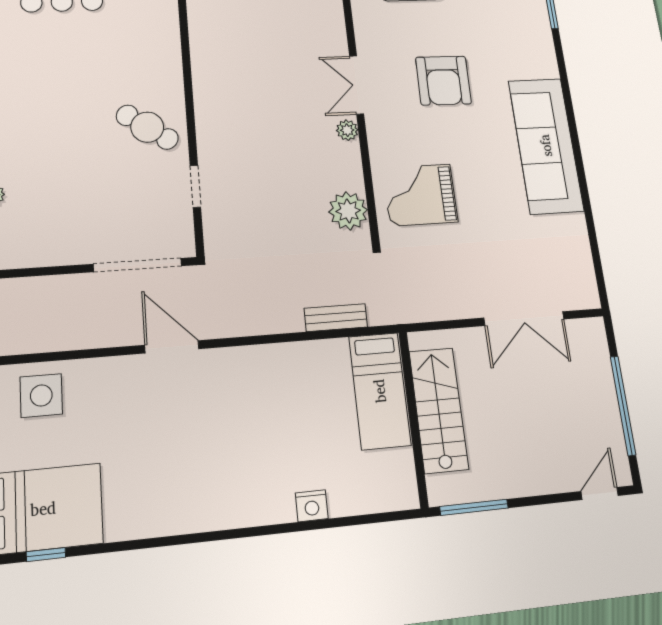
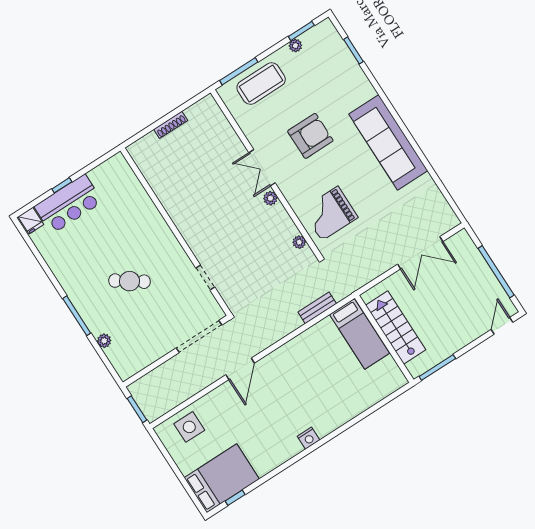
armchair: (443, 81) -> (310, 136), turned -91
cafe table: (147, 127) -> (130, 281), moved
plant: (348, 211) -> (299, 242), width x0.53, depth x0.53
door: (172, 347) -> (240, 369), swing flipped
nightstand: (312, 506) -> (308, 438), moved

